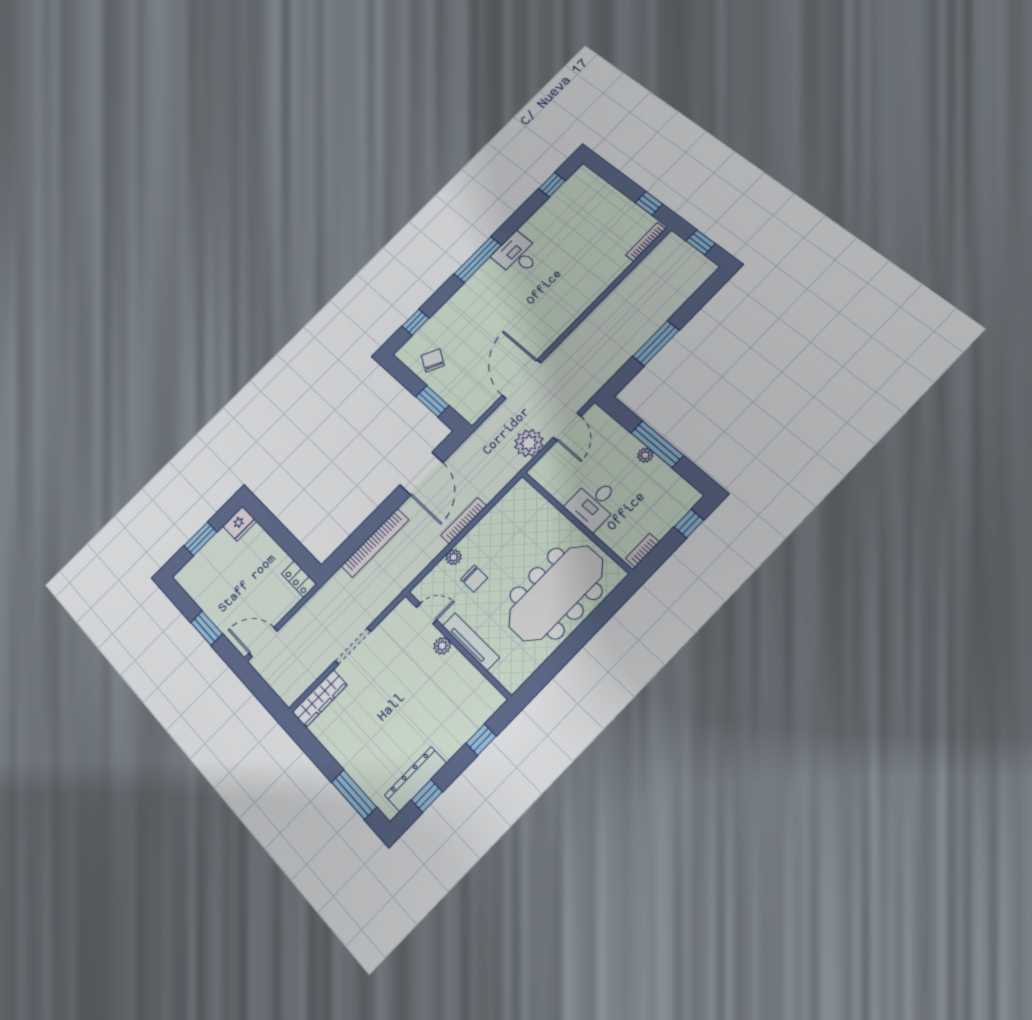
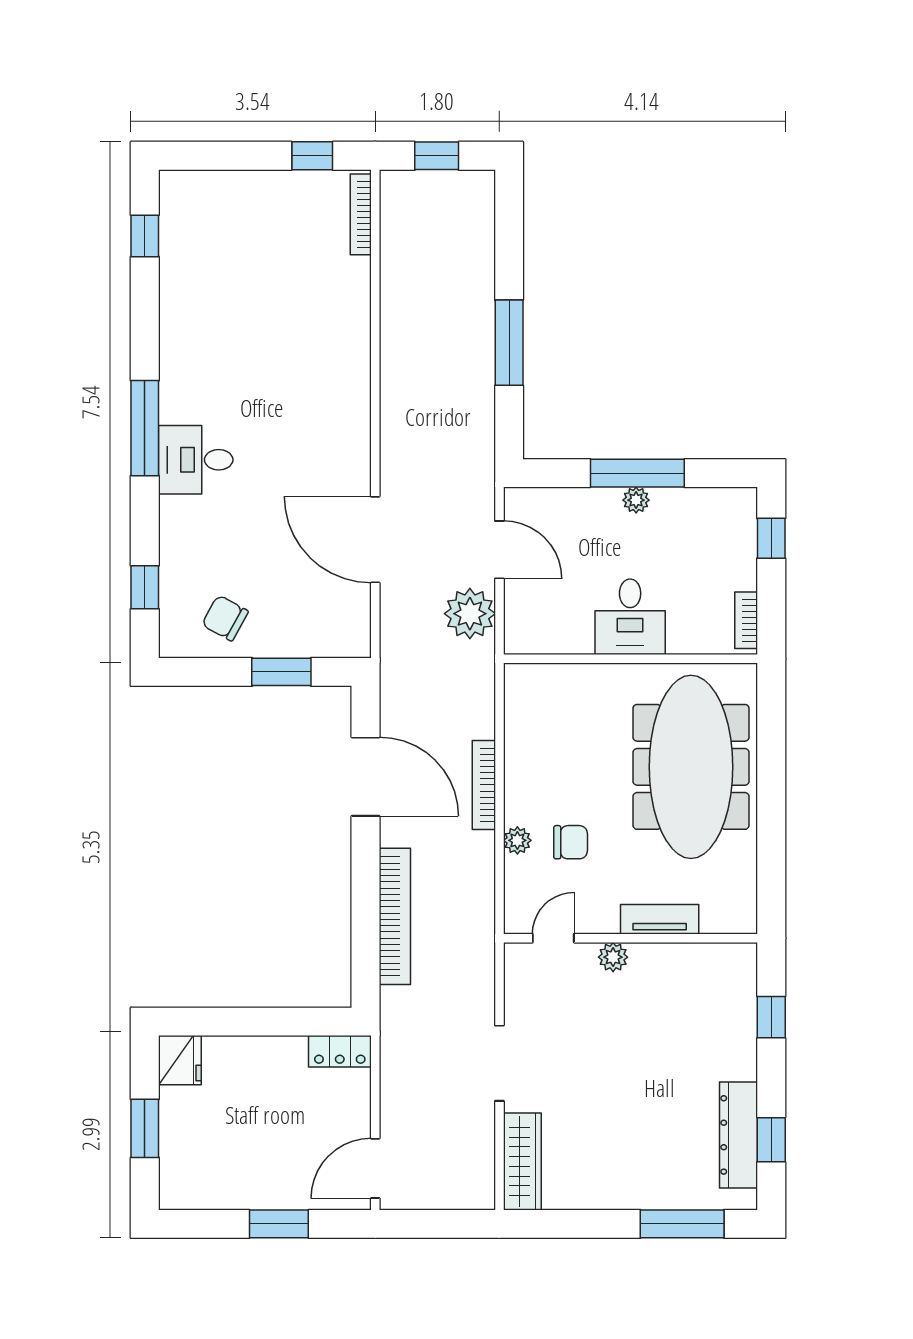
desk: (517, 255) -> (196, 460), moved
tv unit: (471, 642) -> (660, 919), width x0.71

